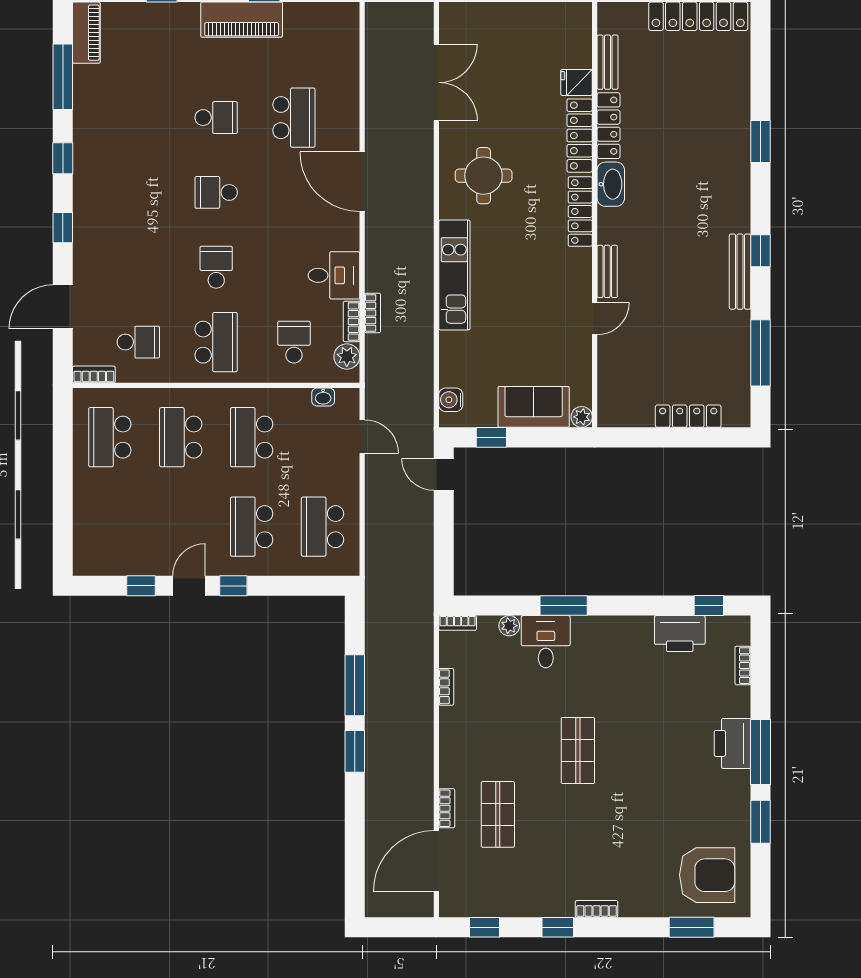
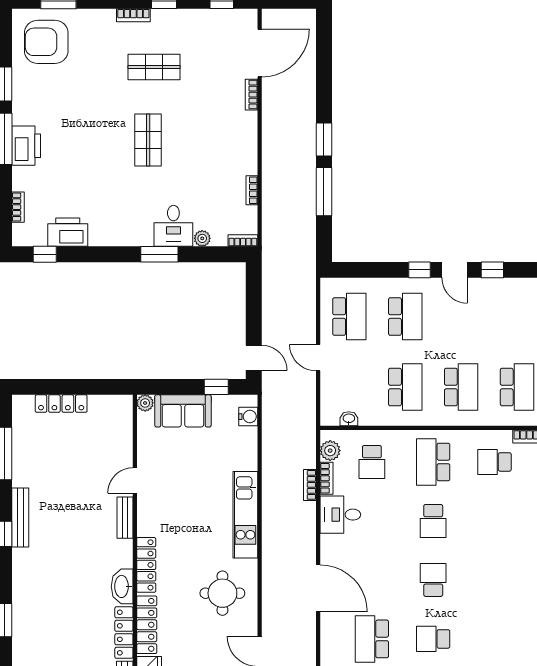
school desk: (216, 192) -> (433, 580), turned -90
door: (362, 437) -> (318, 358), moved
door: (189, 586) -> (455, 270), hinge flipped
shop shelf: (498, 814) -> (154, 67), moved, turned 90

